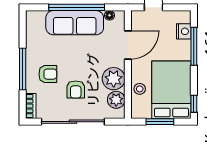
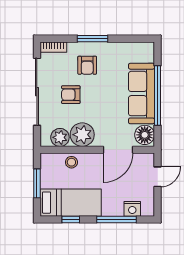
floor lamp: (109, 15) -> (145, 135), width x1.89, depth x1.89
door: (128, 45) -> (118, 150), hinge flipped
window: (23, 69) -> (93, 39), width x0.69
bed: (171, 90) -> (71, 203), width x0.67
window: (194, 104) -> (71, 220), moved

